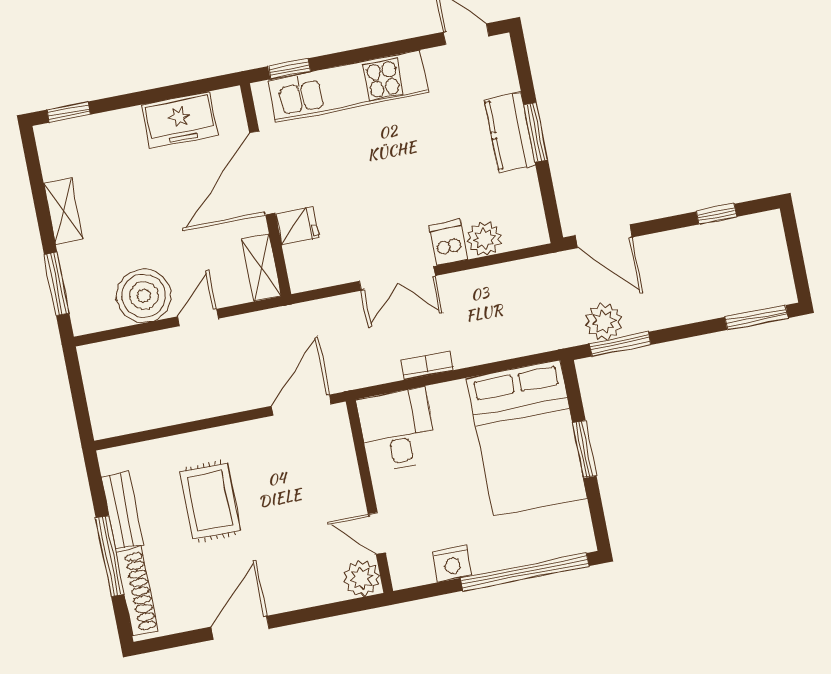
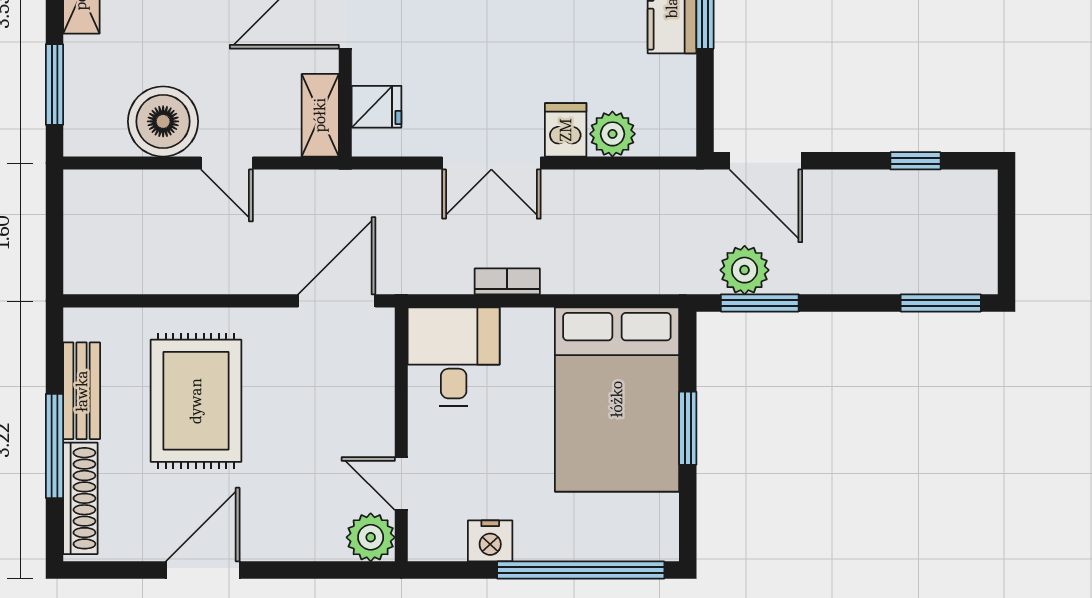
fridge: (297, 225) -> (377, 107), moved
door: (198, 318) -> (227, 163), swing flipped
rug: (210, 501) -> (196, 401), width x1.36, depth x1.43

